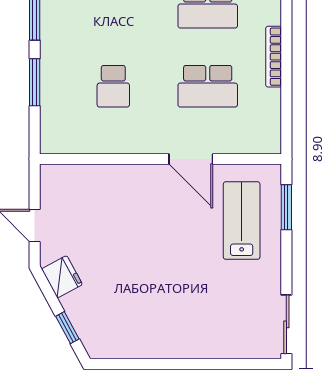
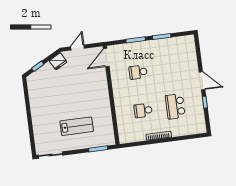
school desk: (208, 86) -> (143, 111), width x0.54
door: (191, 159) -> (106, 57), moved
lab bench: (242, 221) -> (77, 126), moved

